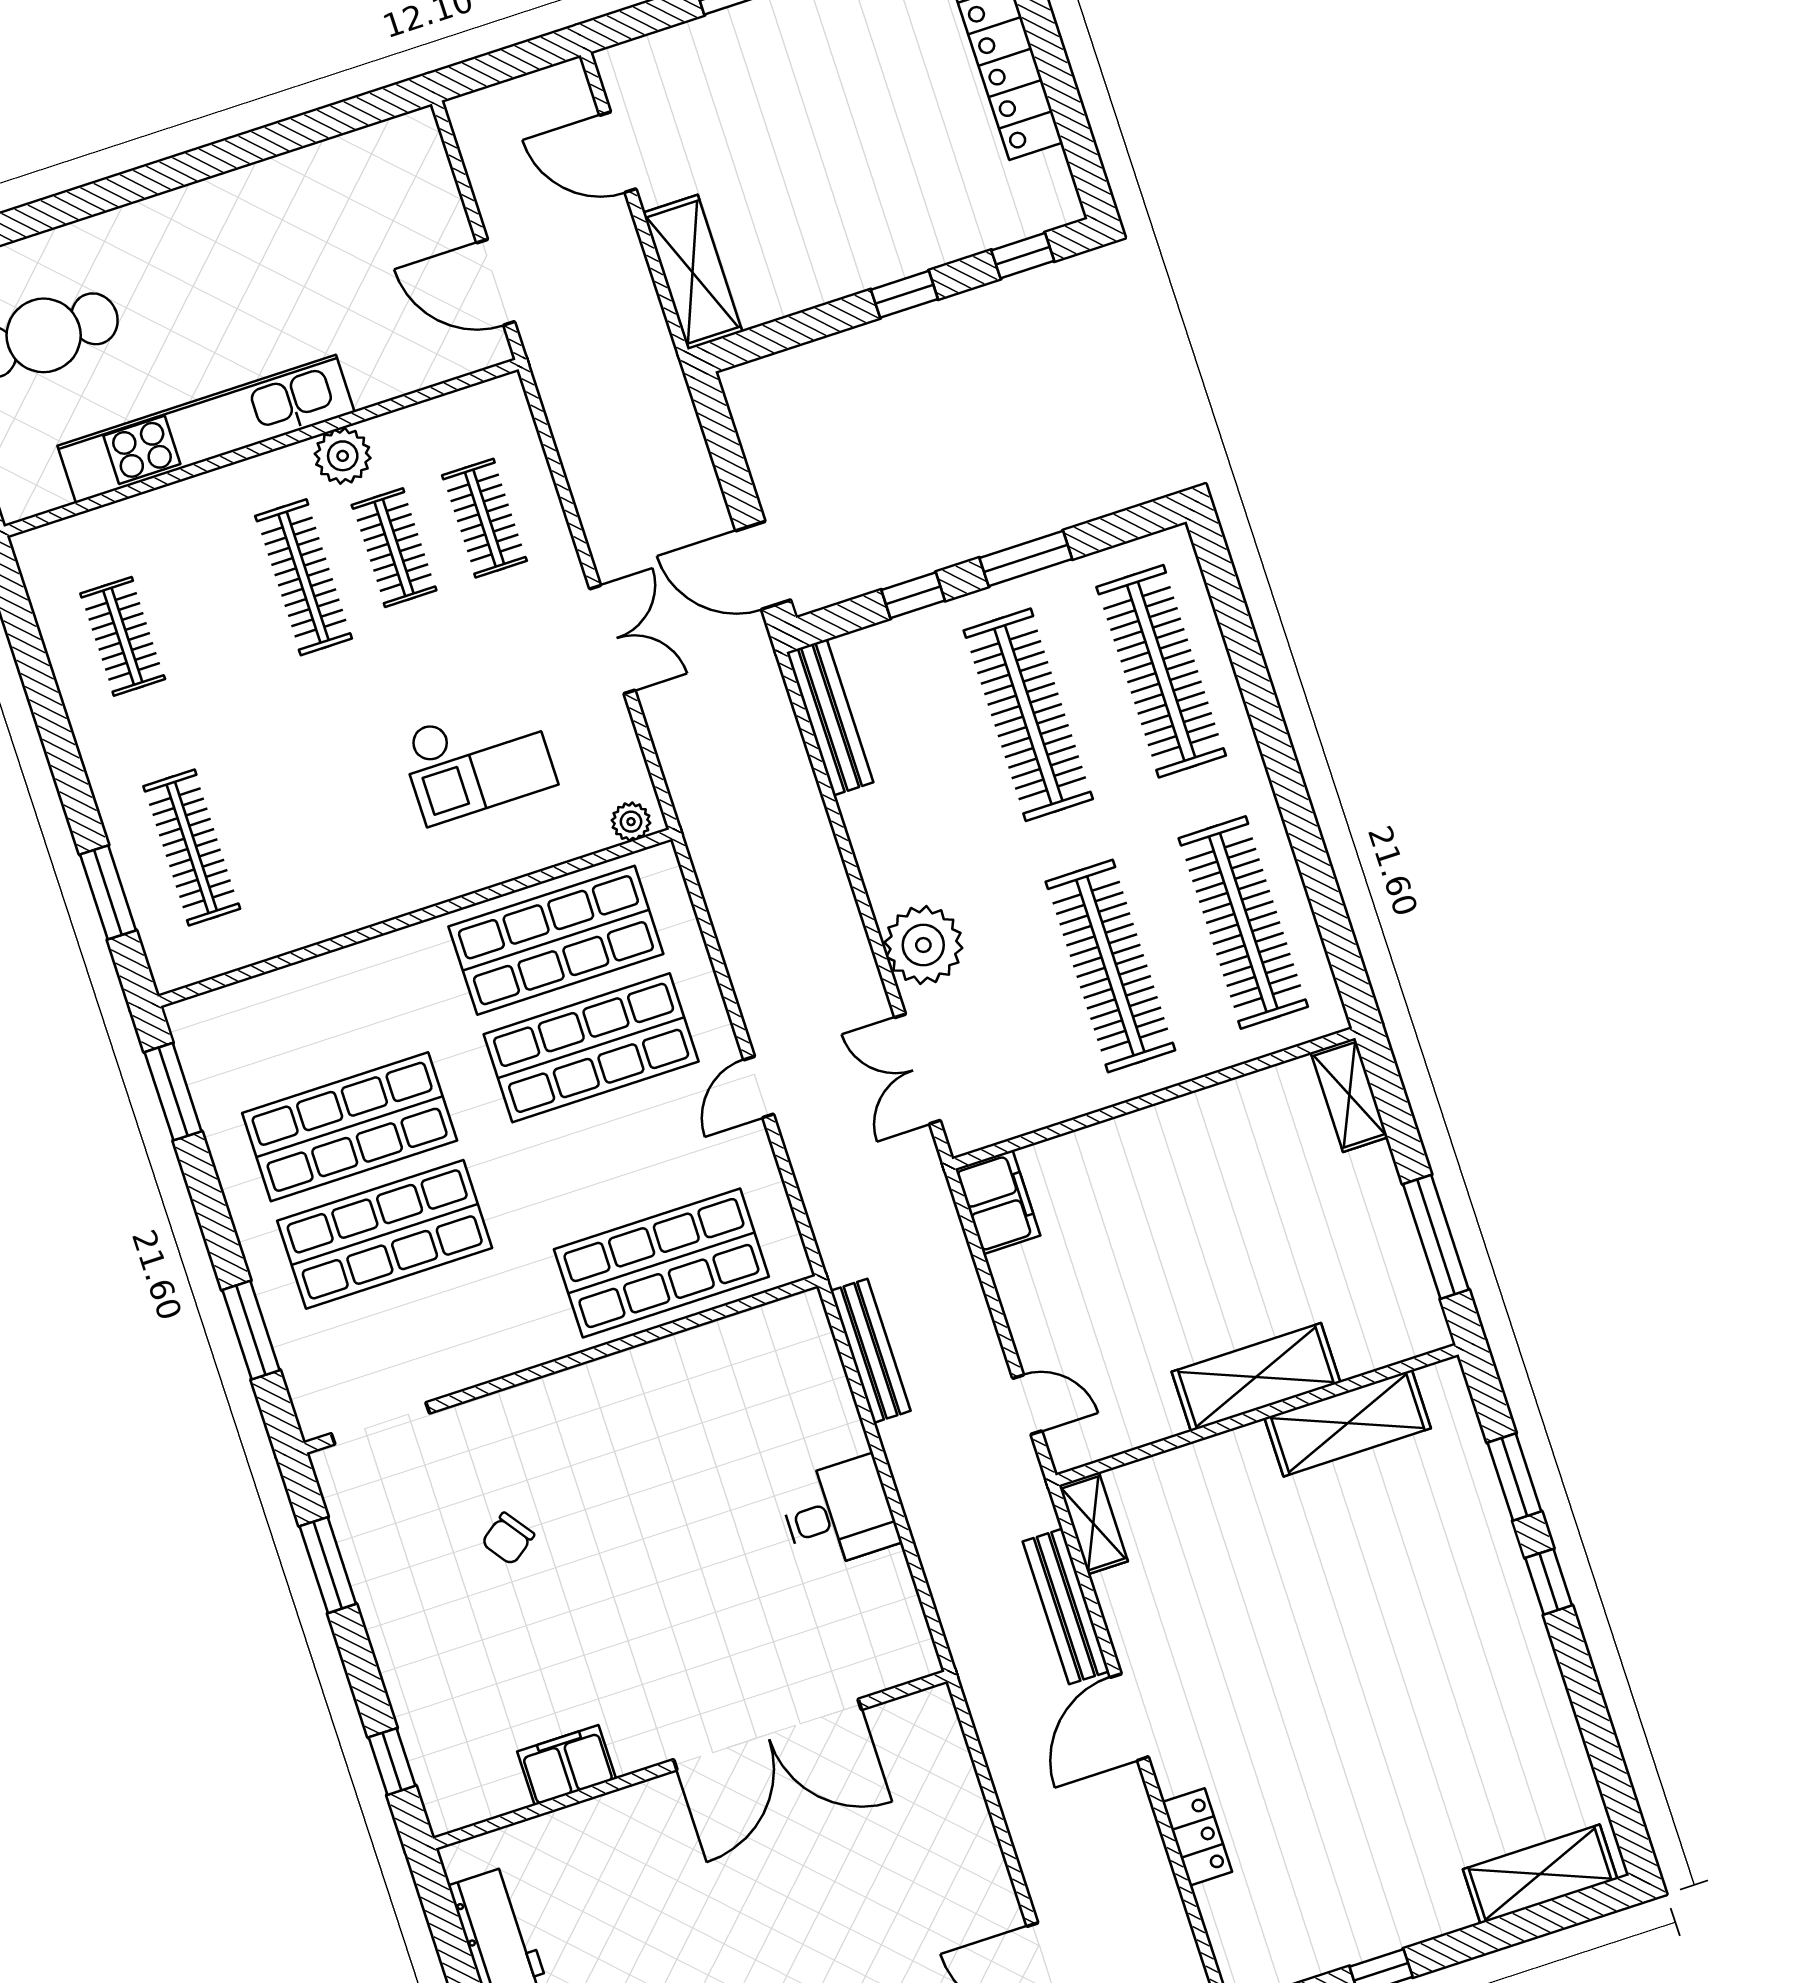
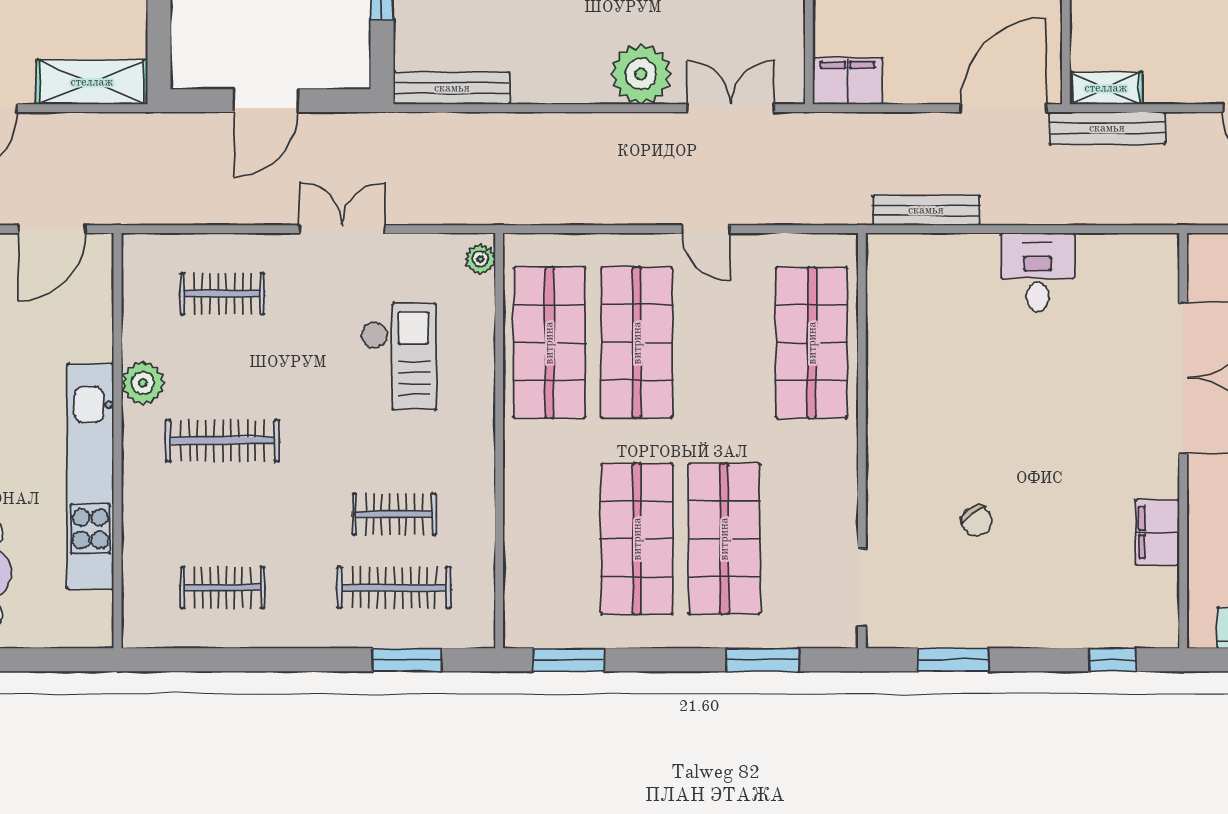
clothes rail: (394, 548) -> (394, 514), moved
door: (763, 565) -> (266, 101), moved
double door: (918, 1069) -> (731, 108), swing flipped
door: (1027, 1405) -> (1003, 108), width x1.87
bench: (1066, 1606) -> (1107, 128), moved

